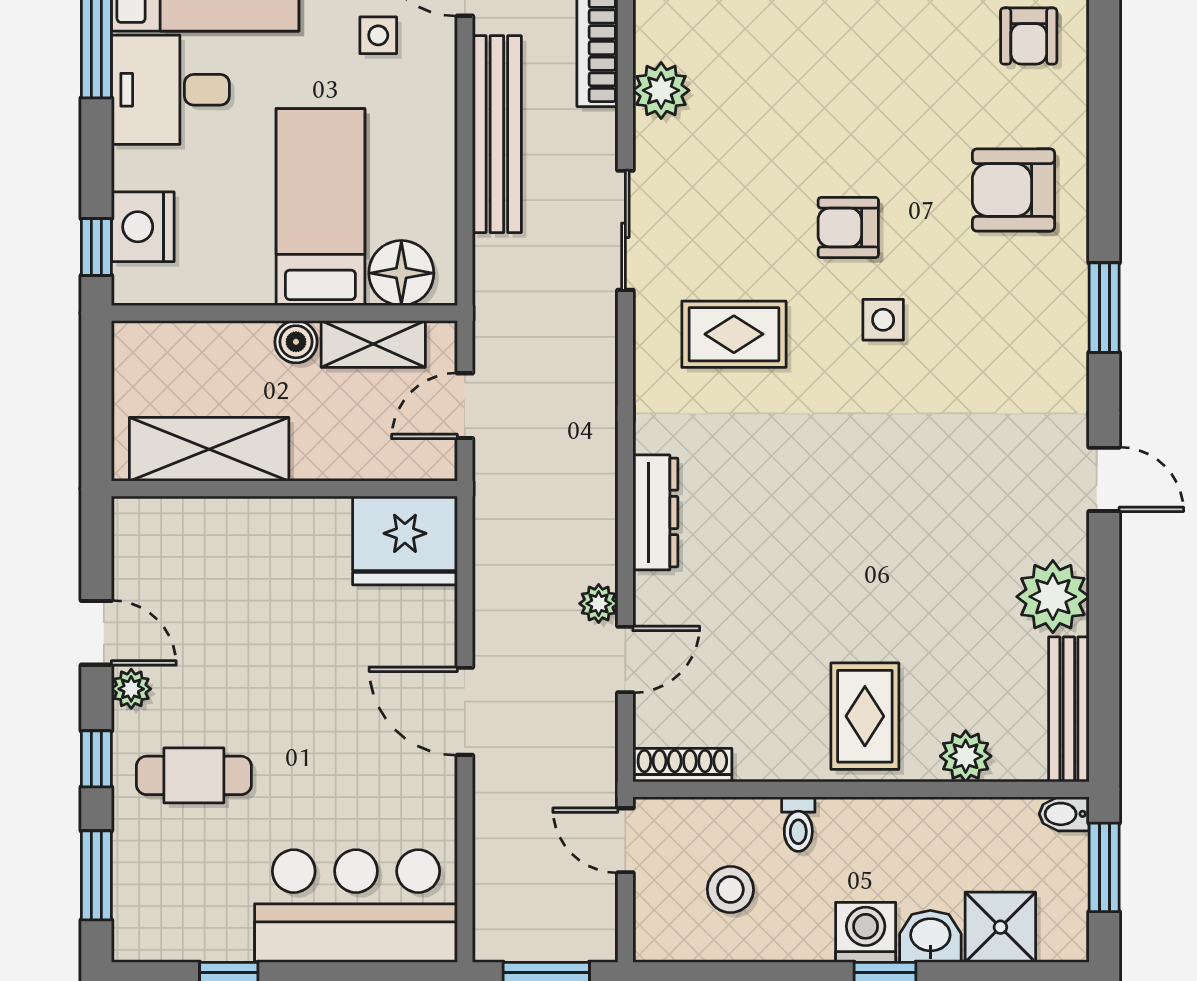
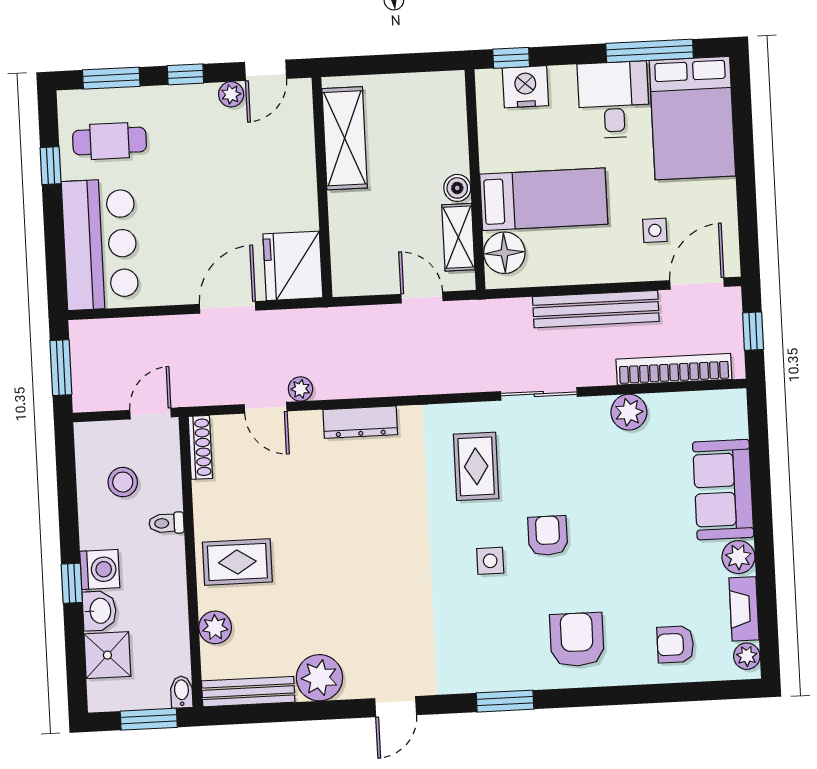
shelving: (209, 449) -> (345, 138), moved
wall: (284, 489) -> (322, 187), moved
fridge: (405, 540) -> (293, 266), moved
cafe table: (194, 775) -> (110, 141), moved, turned 90

